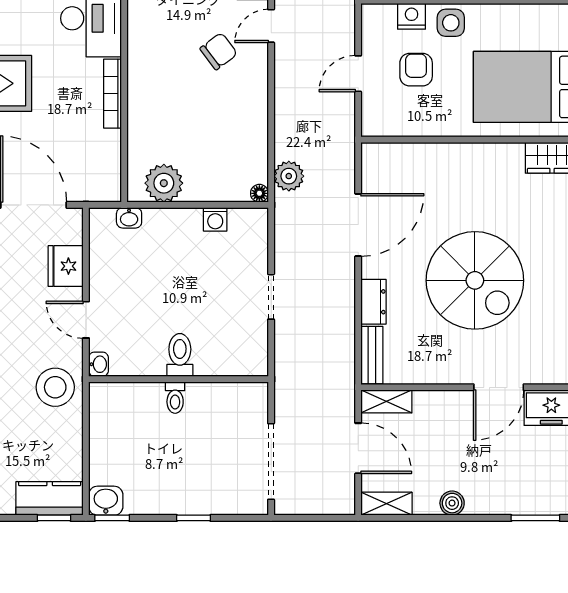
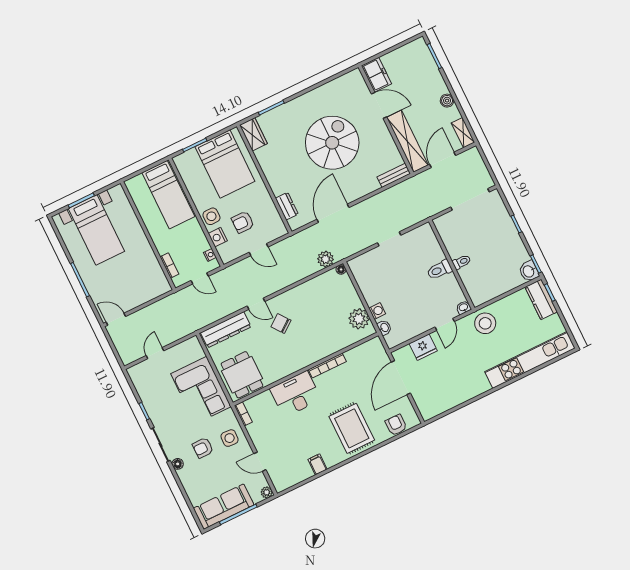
washing machine: (215, 219) -> (377, 311), moved
door: (358, 225) -> (333, 213), hinge flipped
dresser: (373, 302) -> (287, 206), moved, turned 90
shelving: (386, 401) -> (407, 141), width x2.20, depth x1.33

